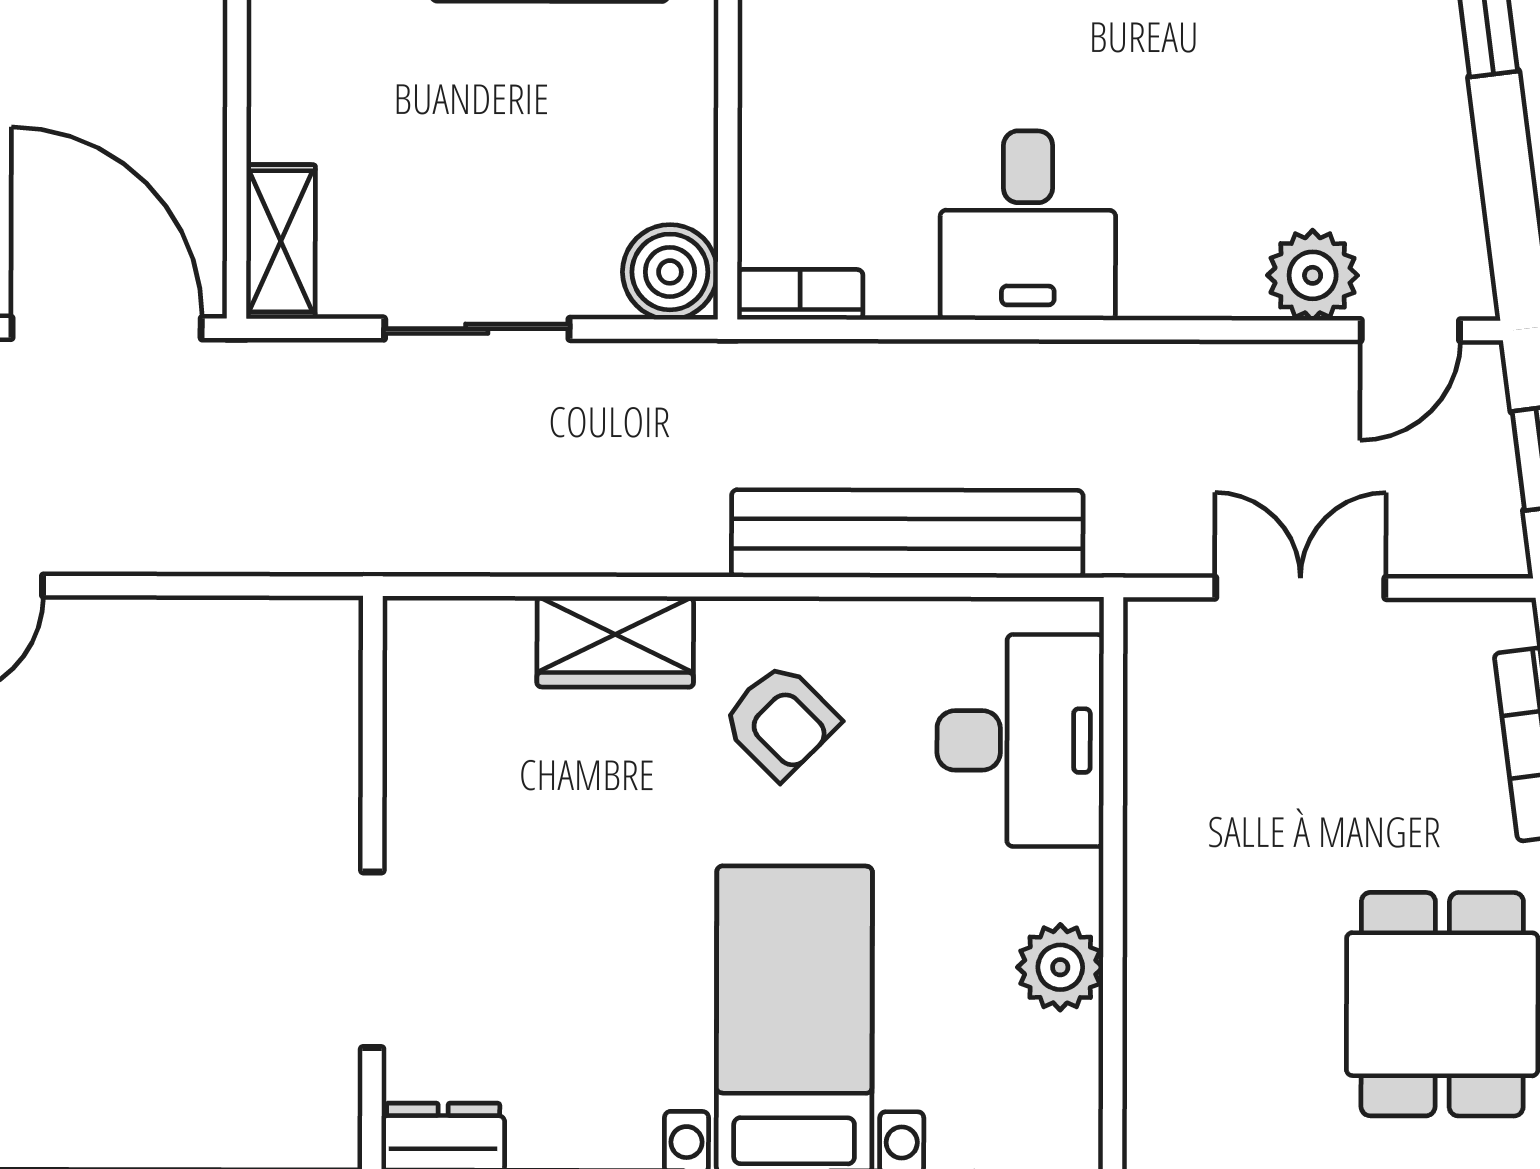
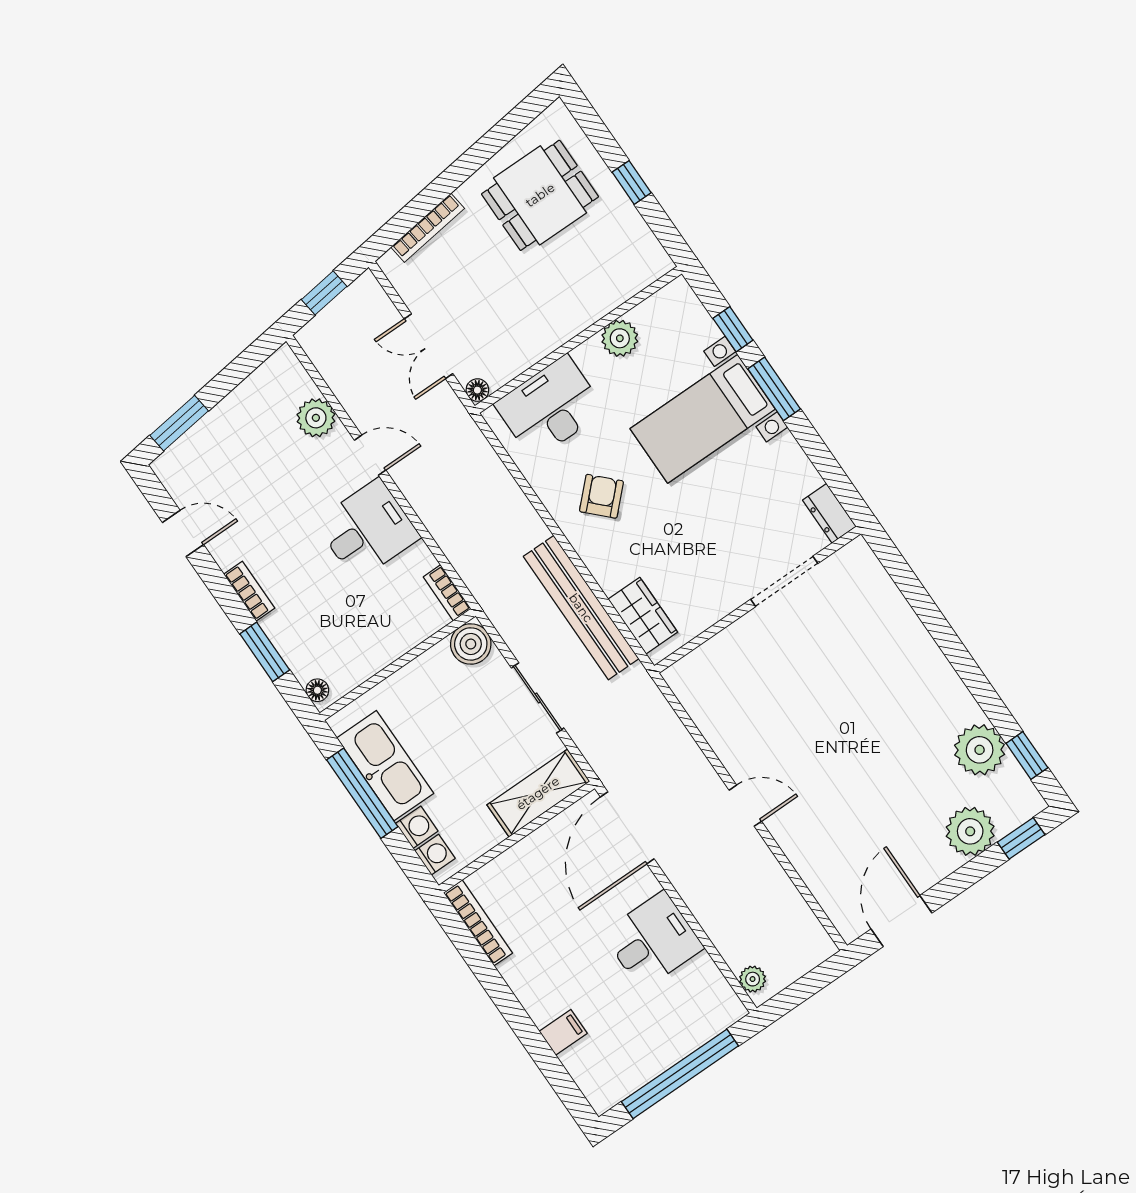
shelving: (281, 241) -> (538, 793), width x1.50, depth x1.33
door: (1410, 330) -> (370, 455), moved
bench: (907, 534) -> (581, 608), moved
floor lamp: (1151, 624) -> (477, 390), added
wardrobe: (615, 642) -> (643, 616), moved

